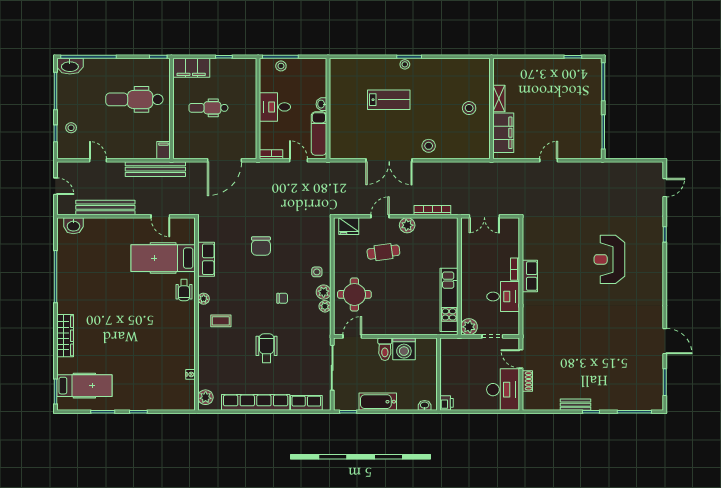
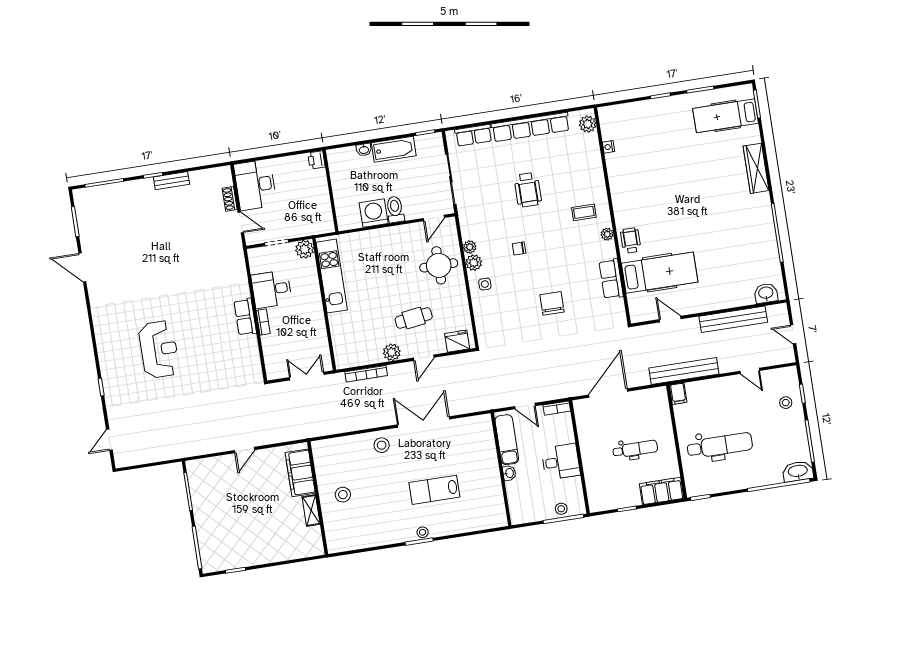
washbasin: (425, 405) -> (364, 150), moved

